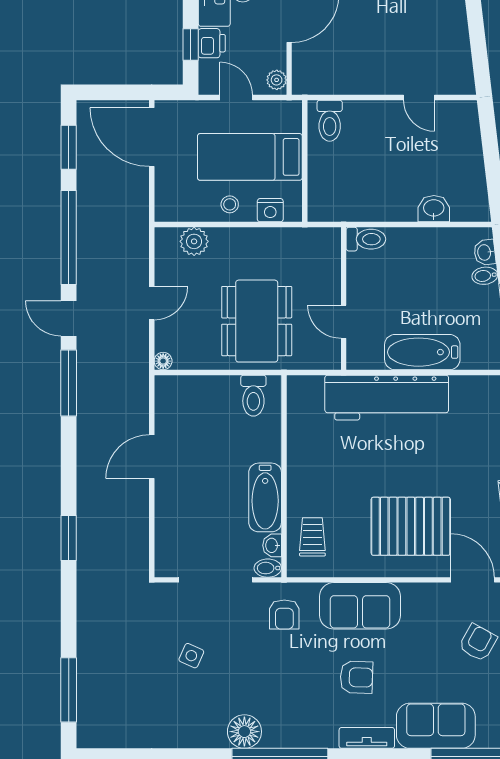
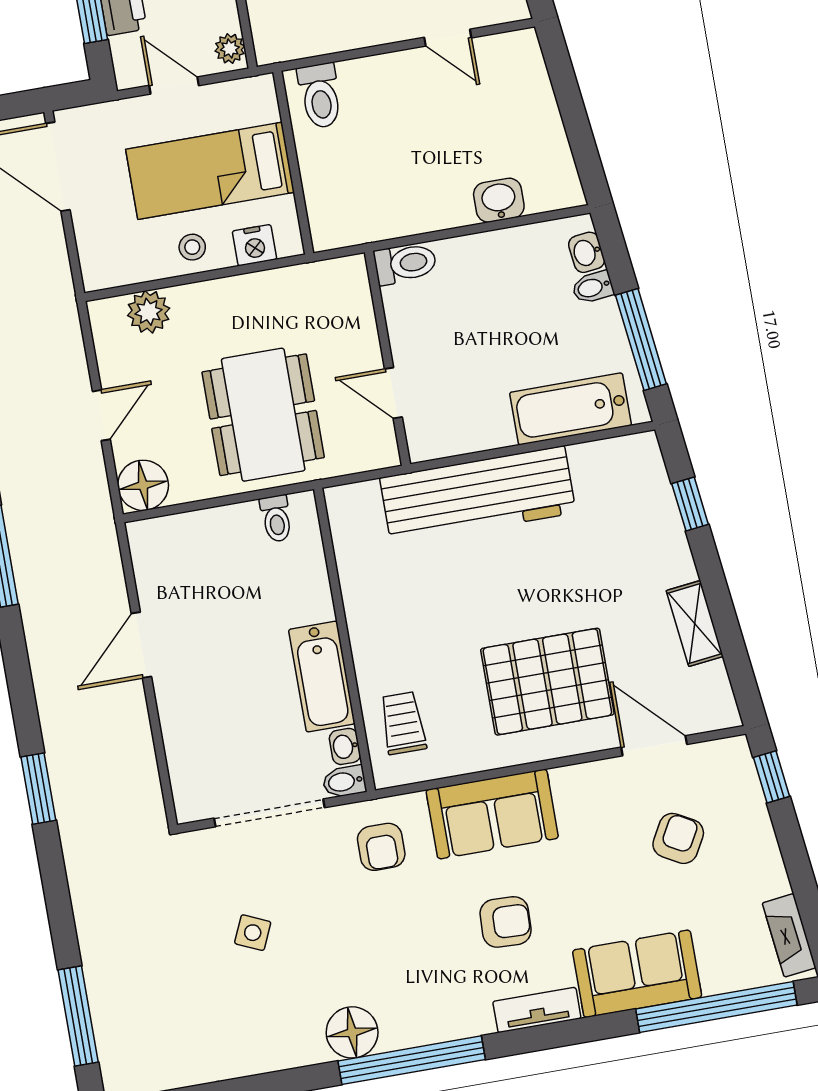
bathtub: (422, 352) -> (570, 409), moved
floor lamp: (163, 361) -> (143, 485), width x1.89, depth x1.89
toilet: (253, 396) -> (276, 519), width x0.73, depth x0.72

